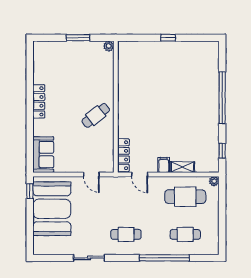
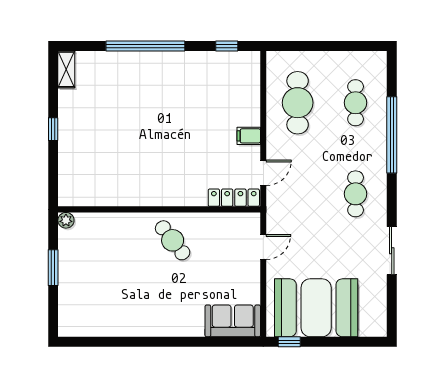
locker: (39, 101) -> (151, 328), removed
shelving: (182, 167) -> (66, 69), moved
plant: (214, 181) -> (274, 58), removed

